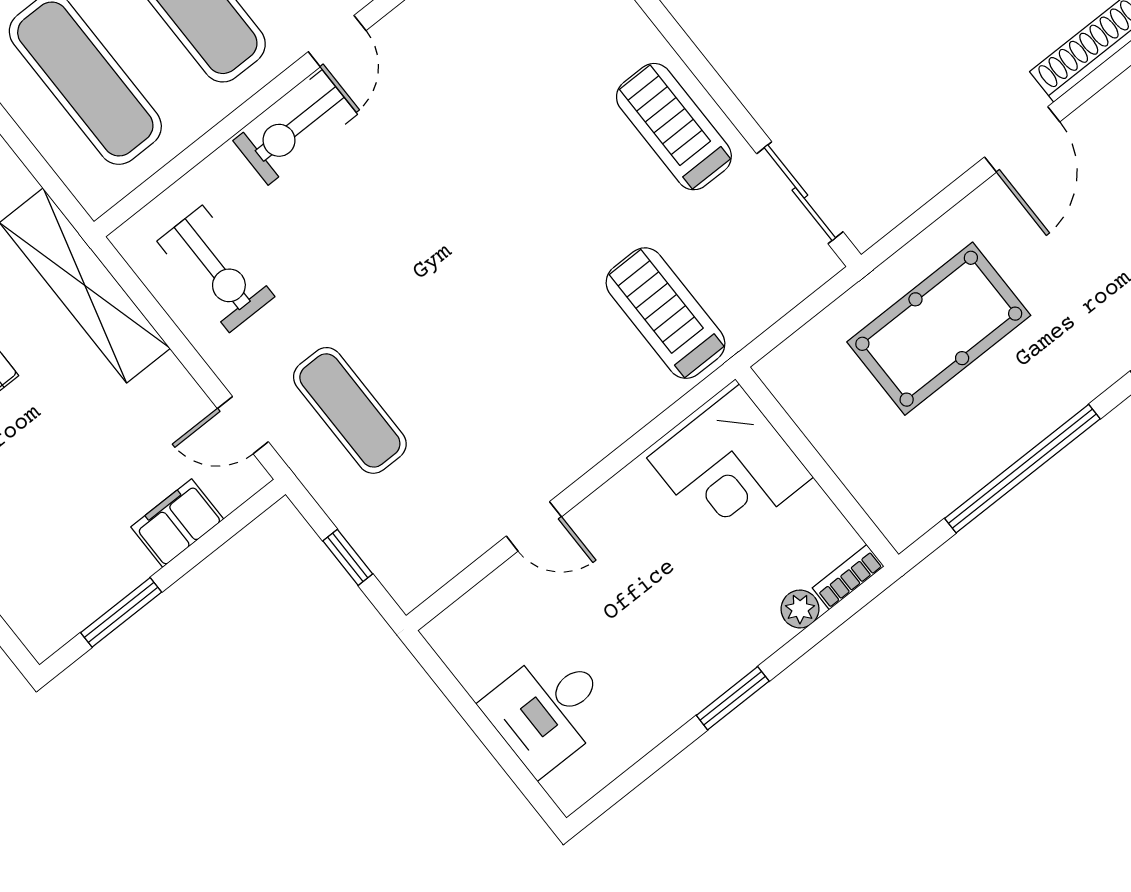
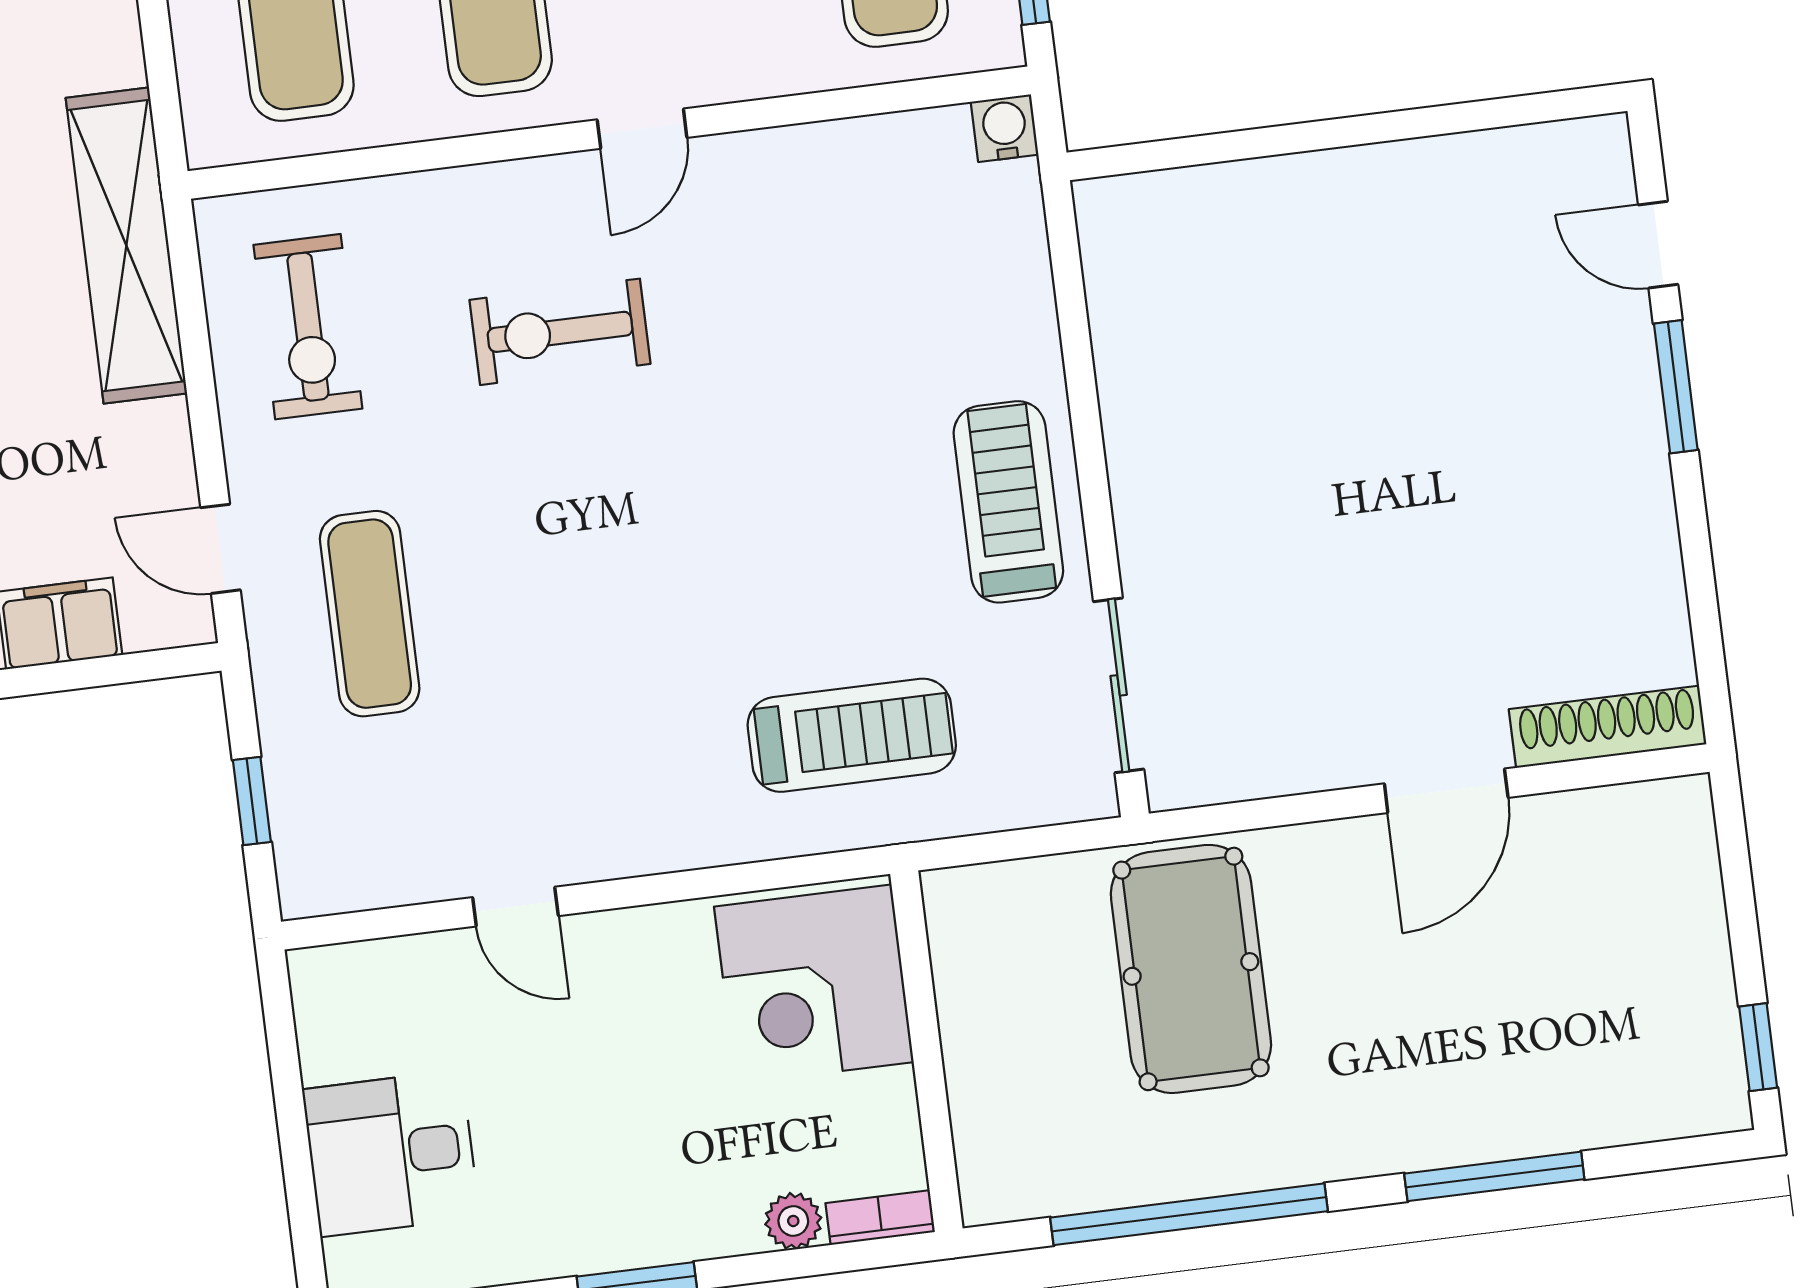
exercise bike: (295, 128) -> (560, 332), moved
treadmill: (666, 313) -> (852, 735), turned 90
pool table: (939, 329) -> (1191, 969), turned 90

